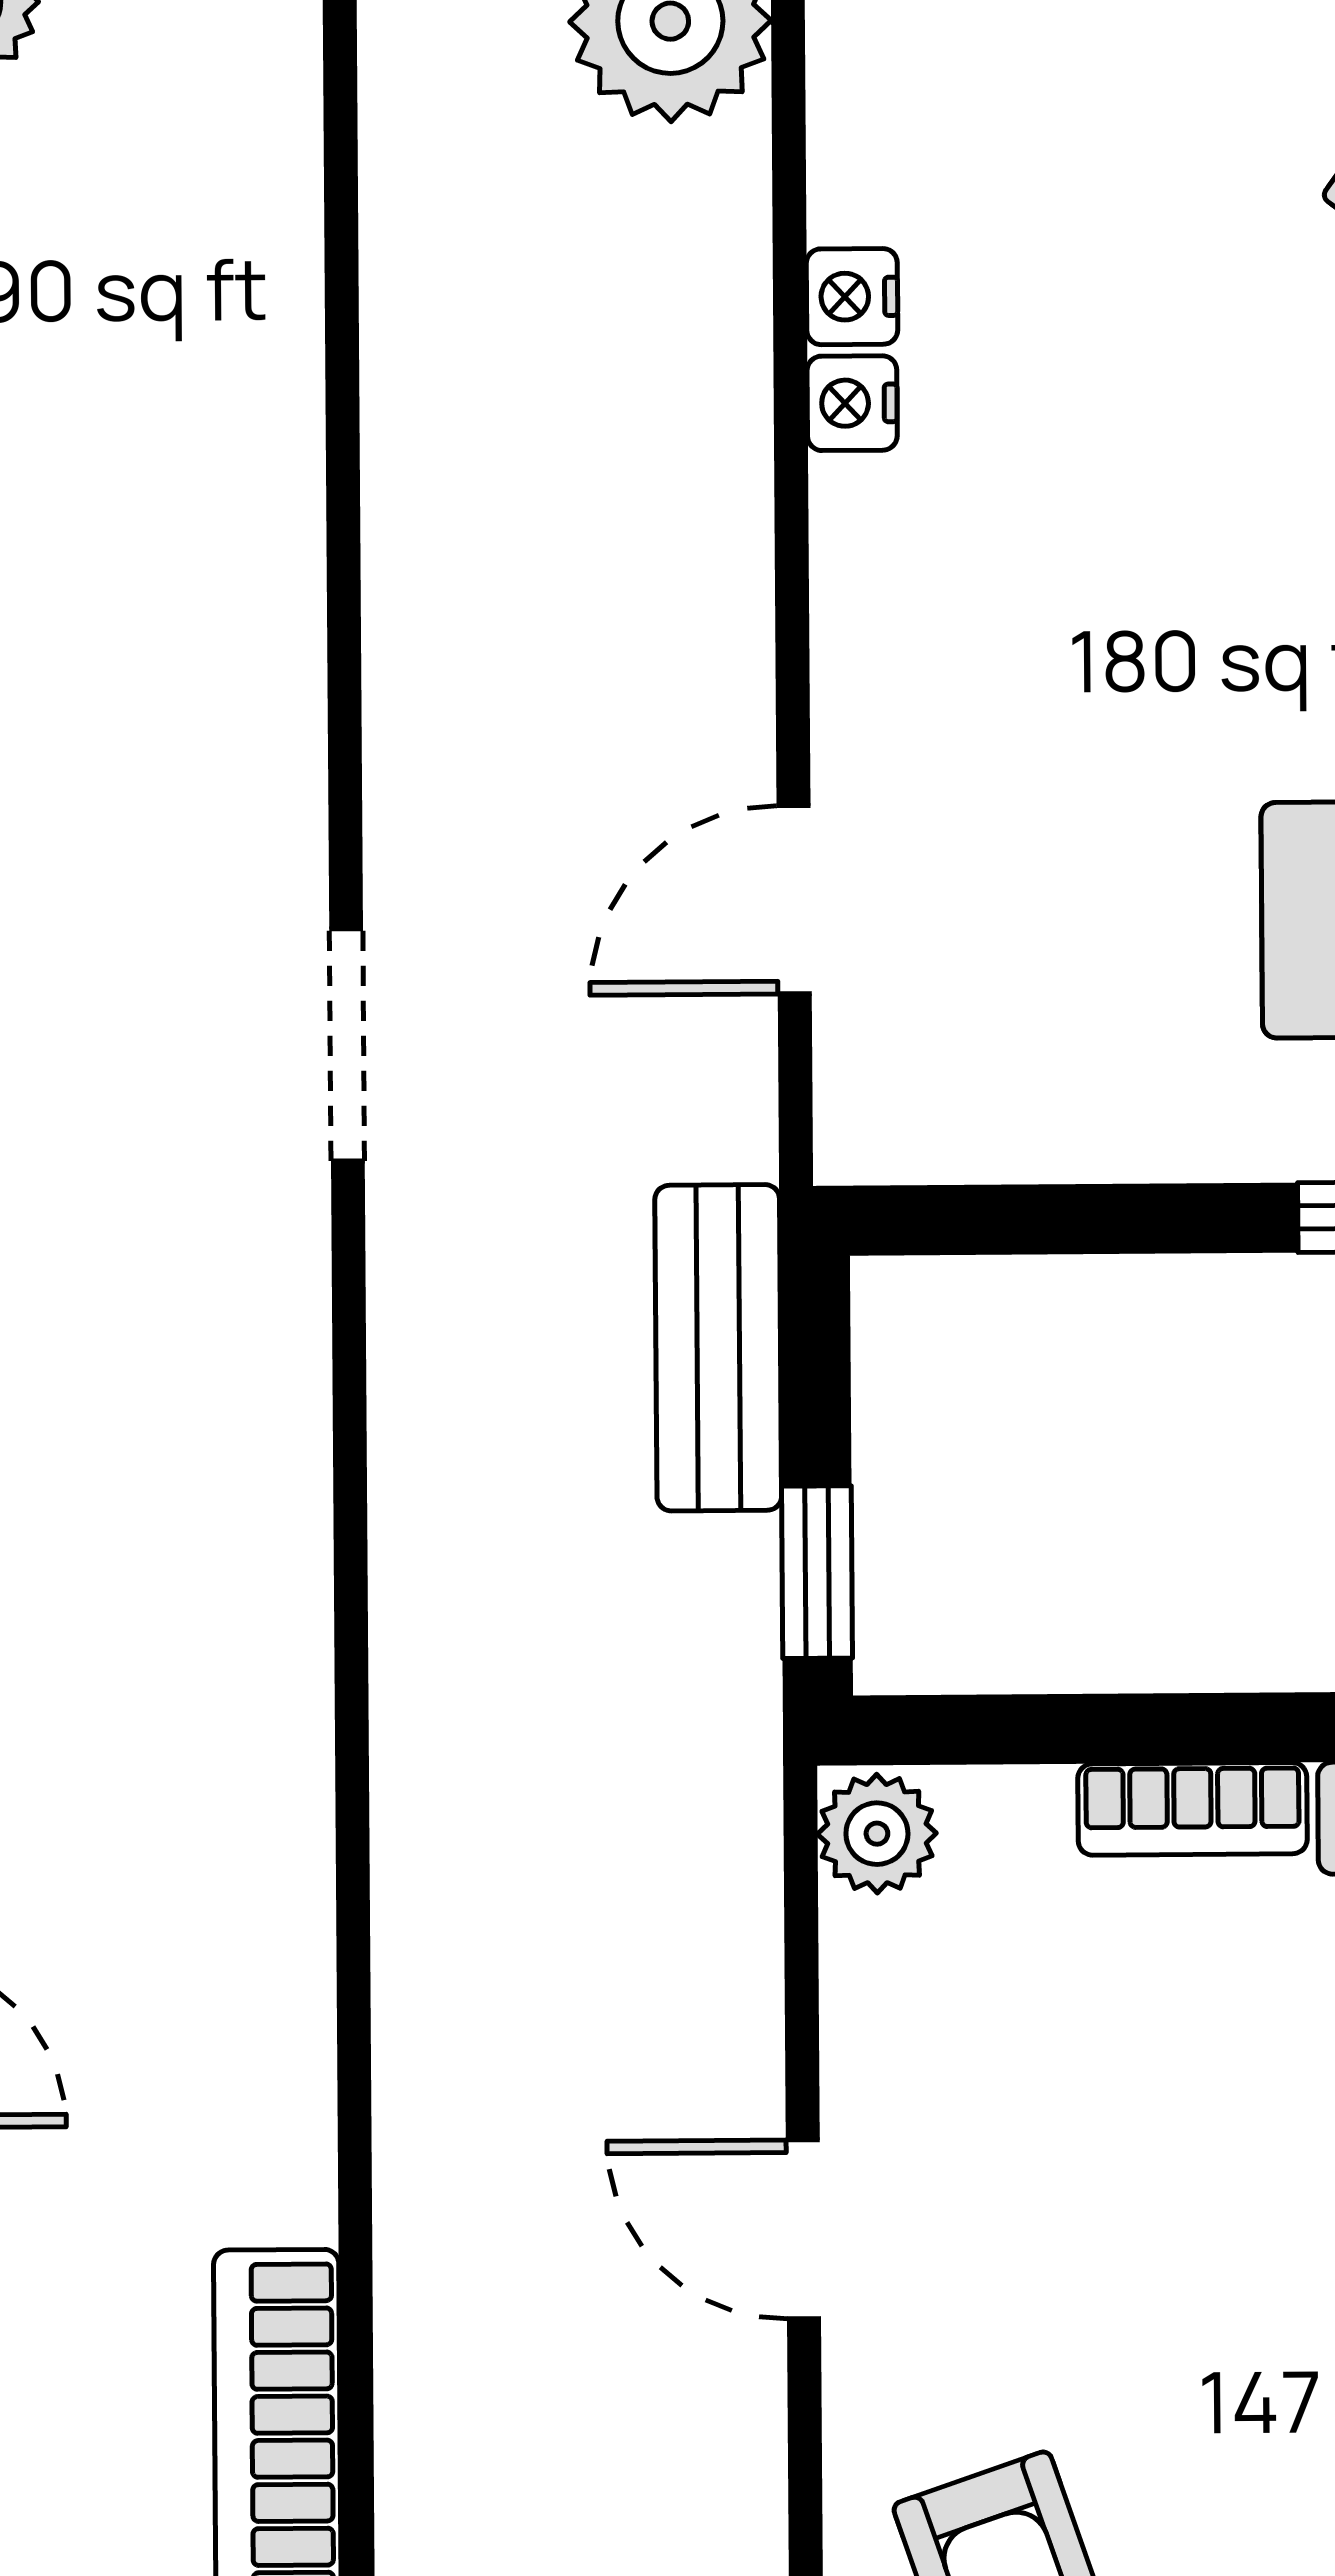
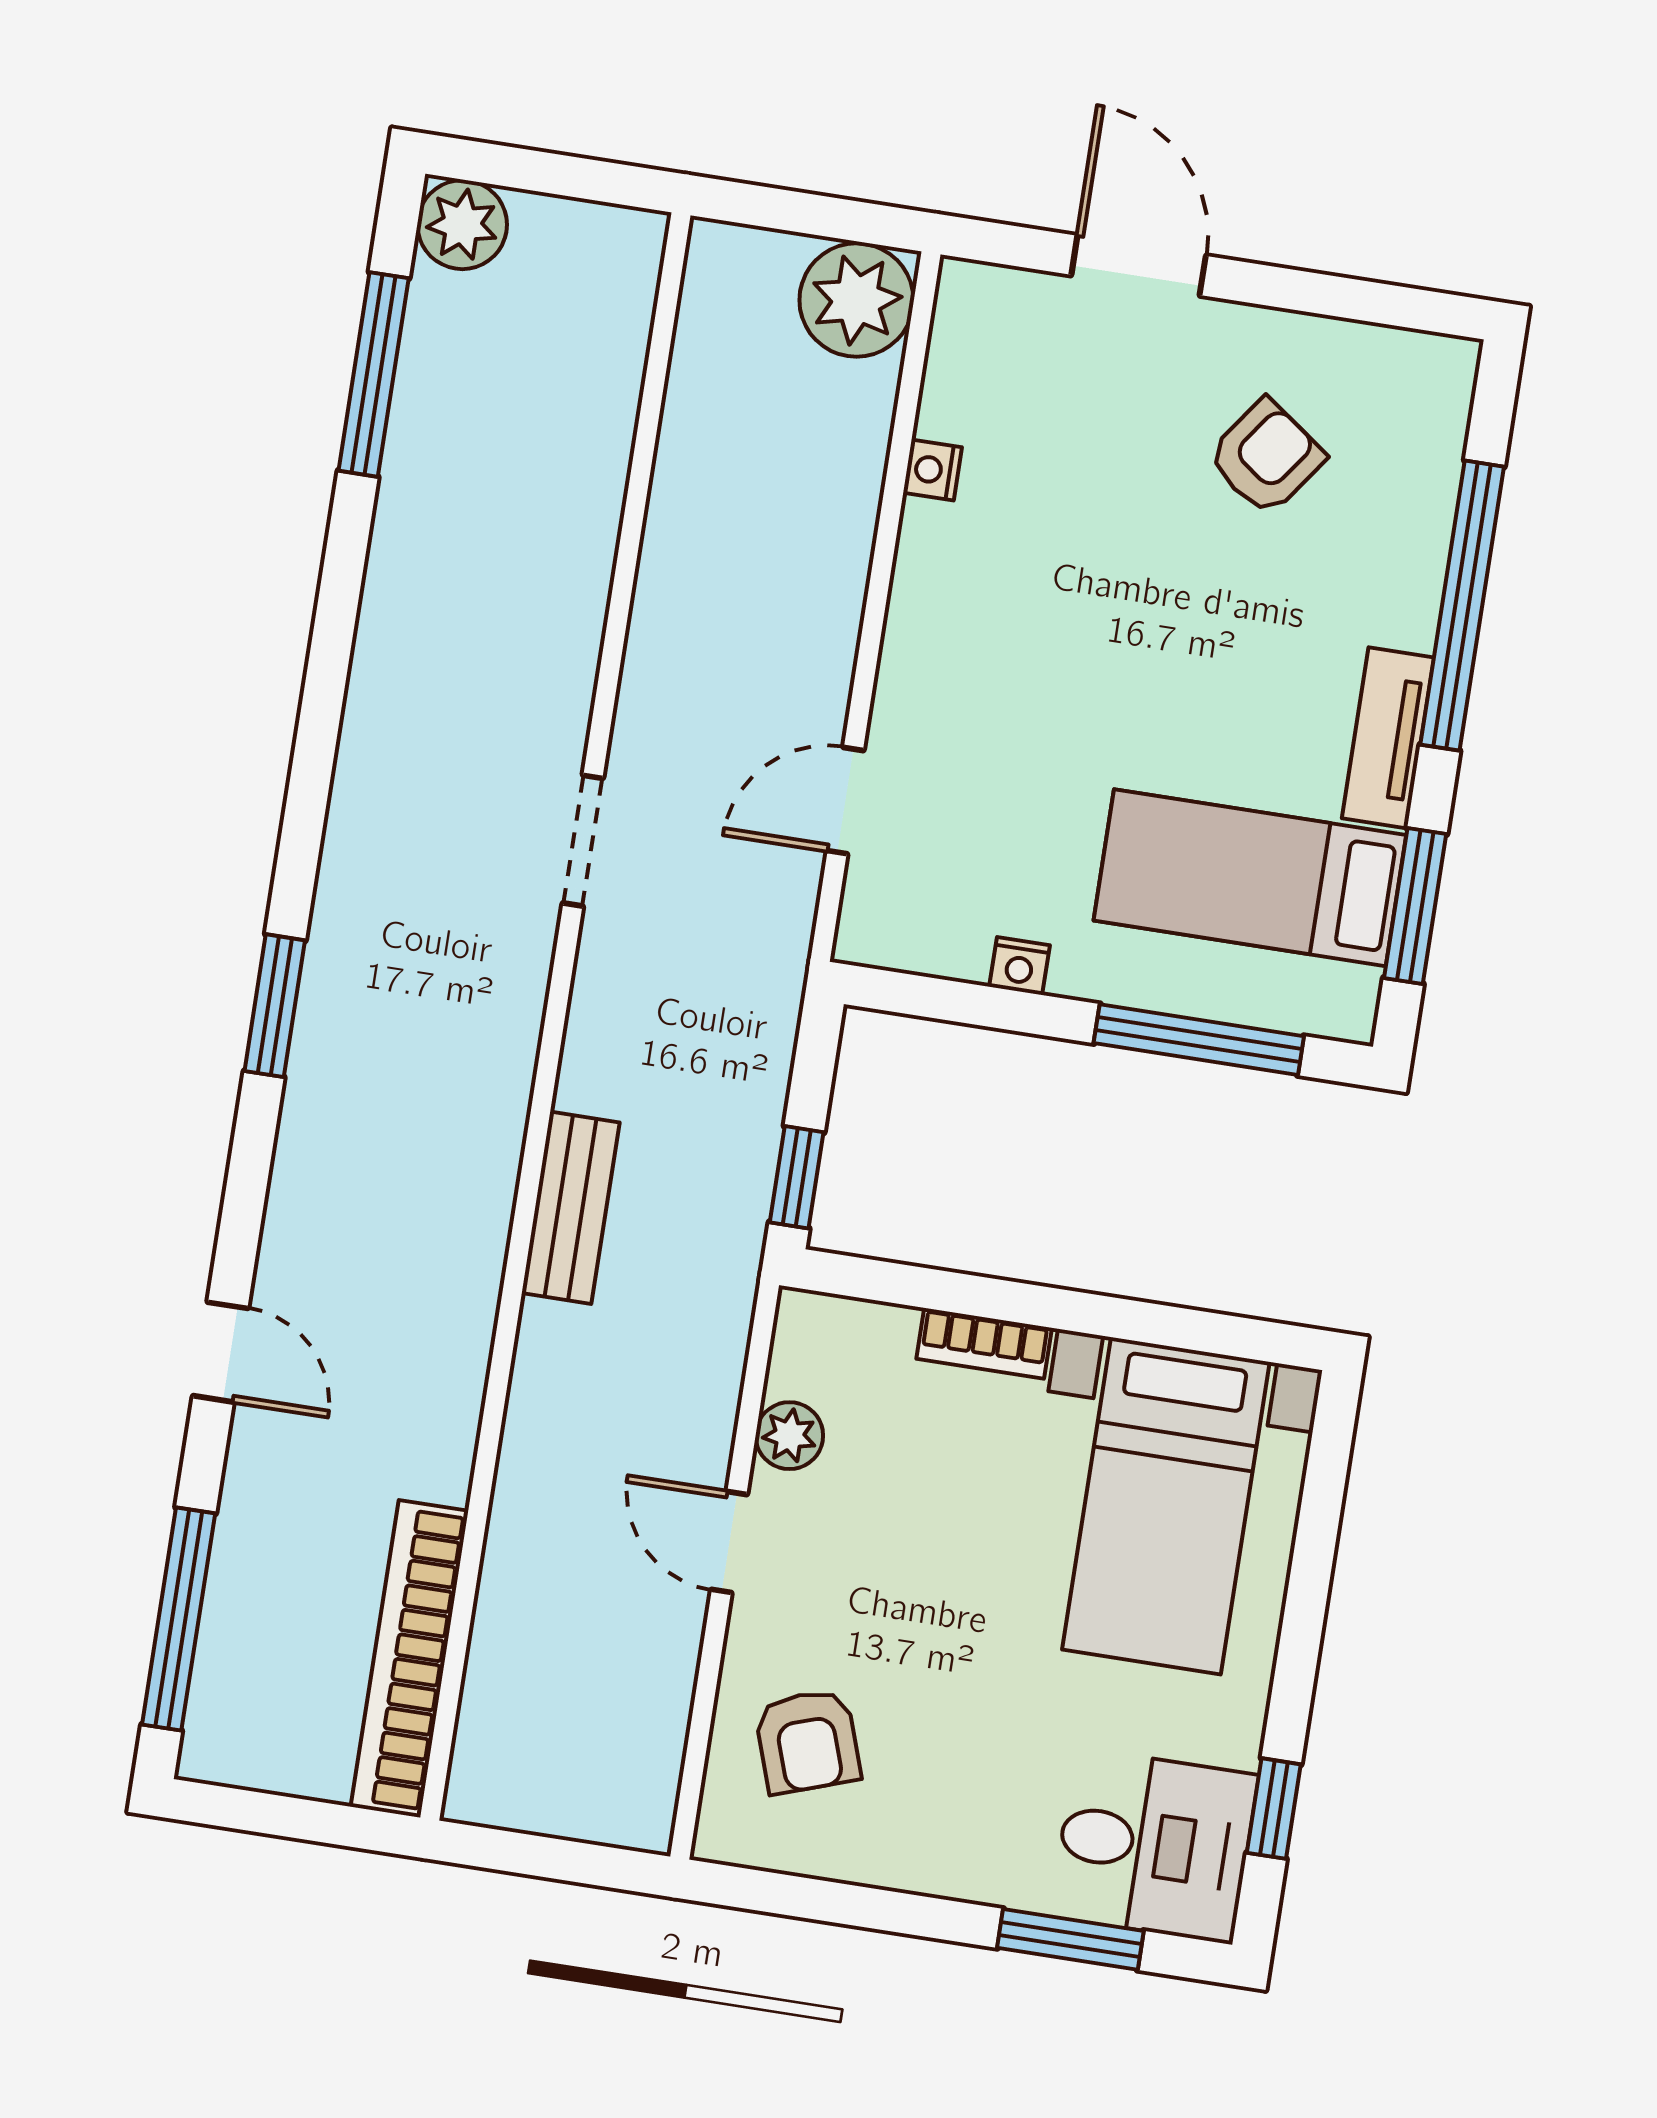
nightstand: (852, 403) -> (1019, 966), moved, turned -90
bench: (718, 1348) -> (571, 1208), moved
plant: (877, 1834) -> (789, 1436), moved

